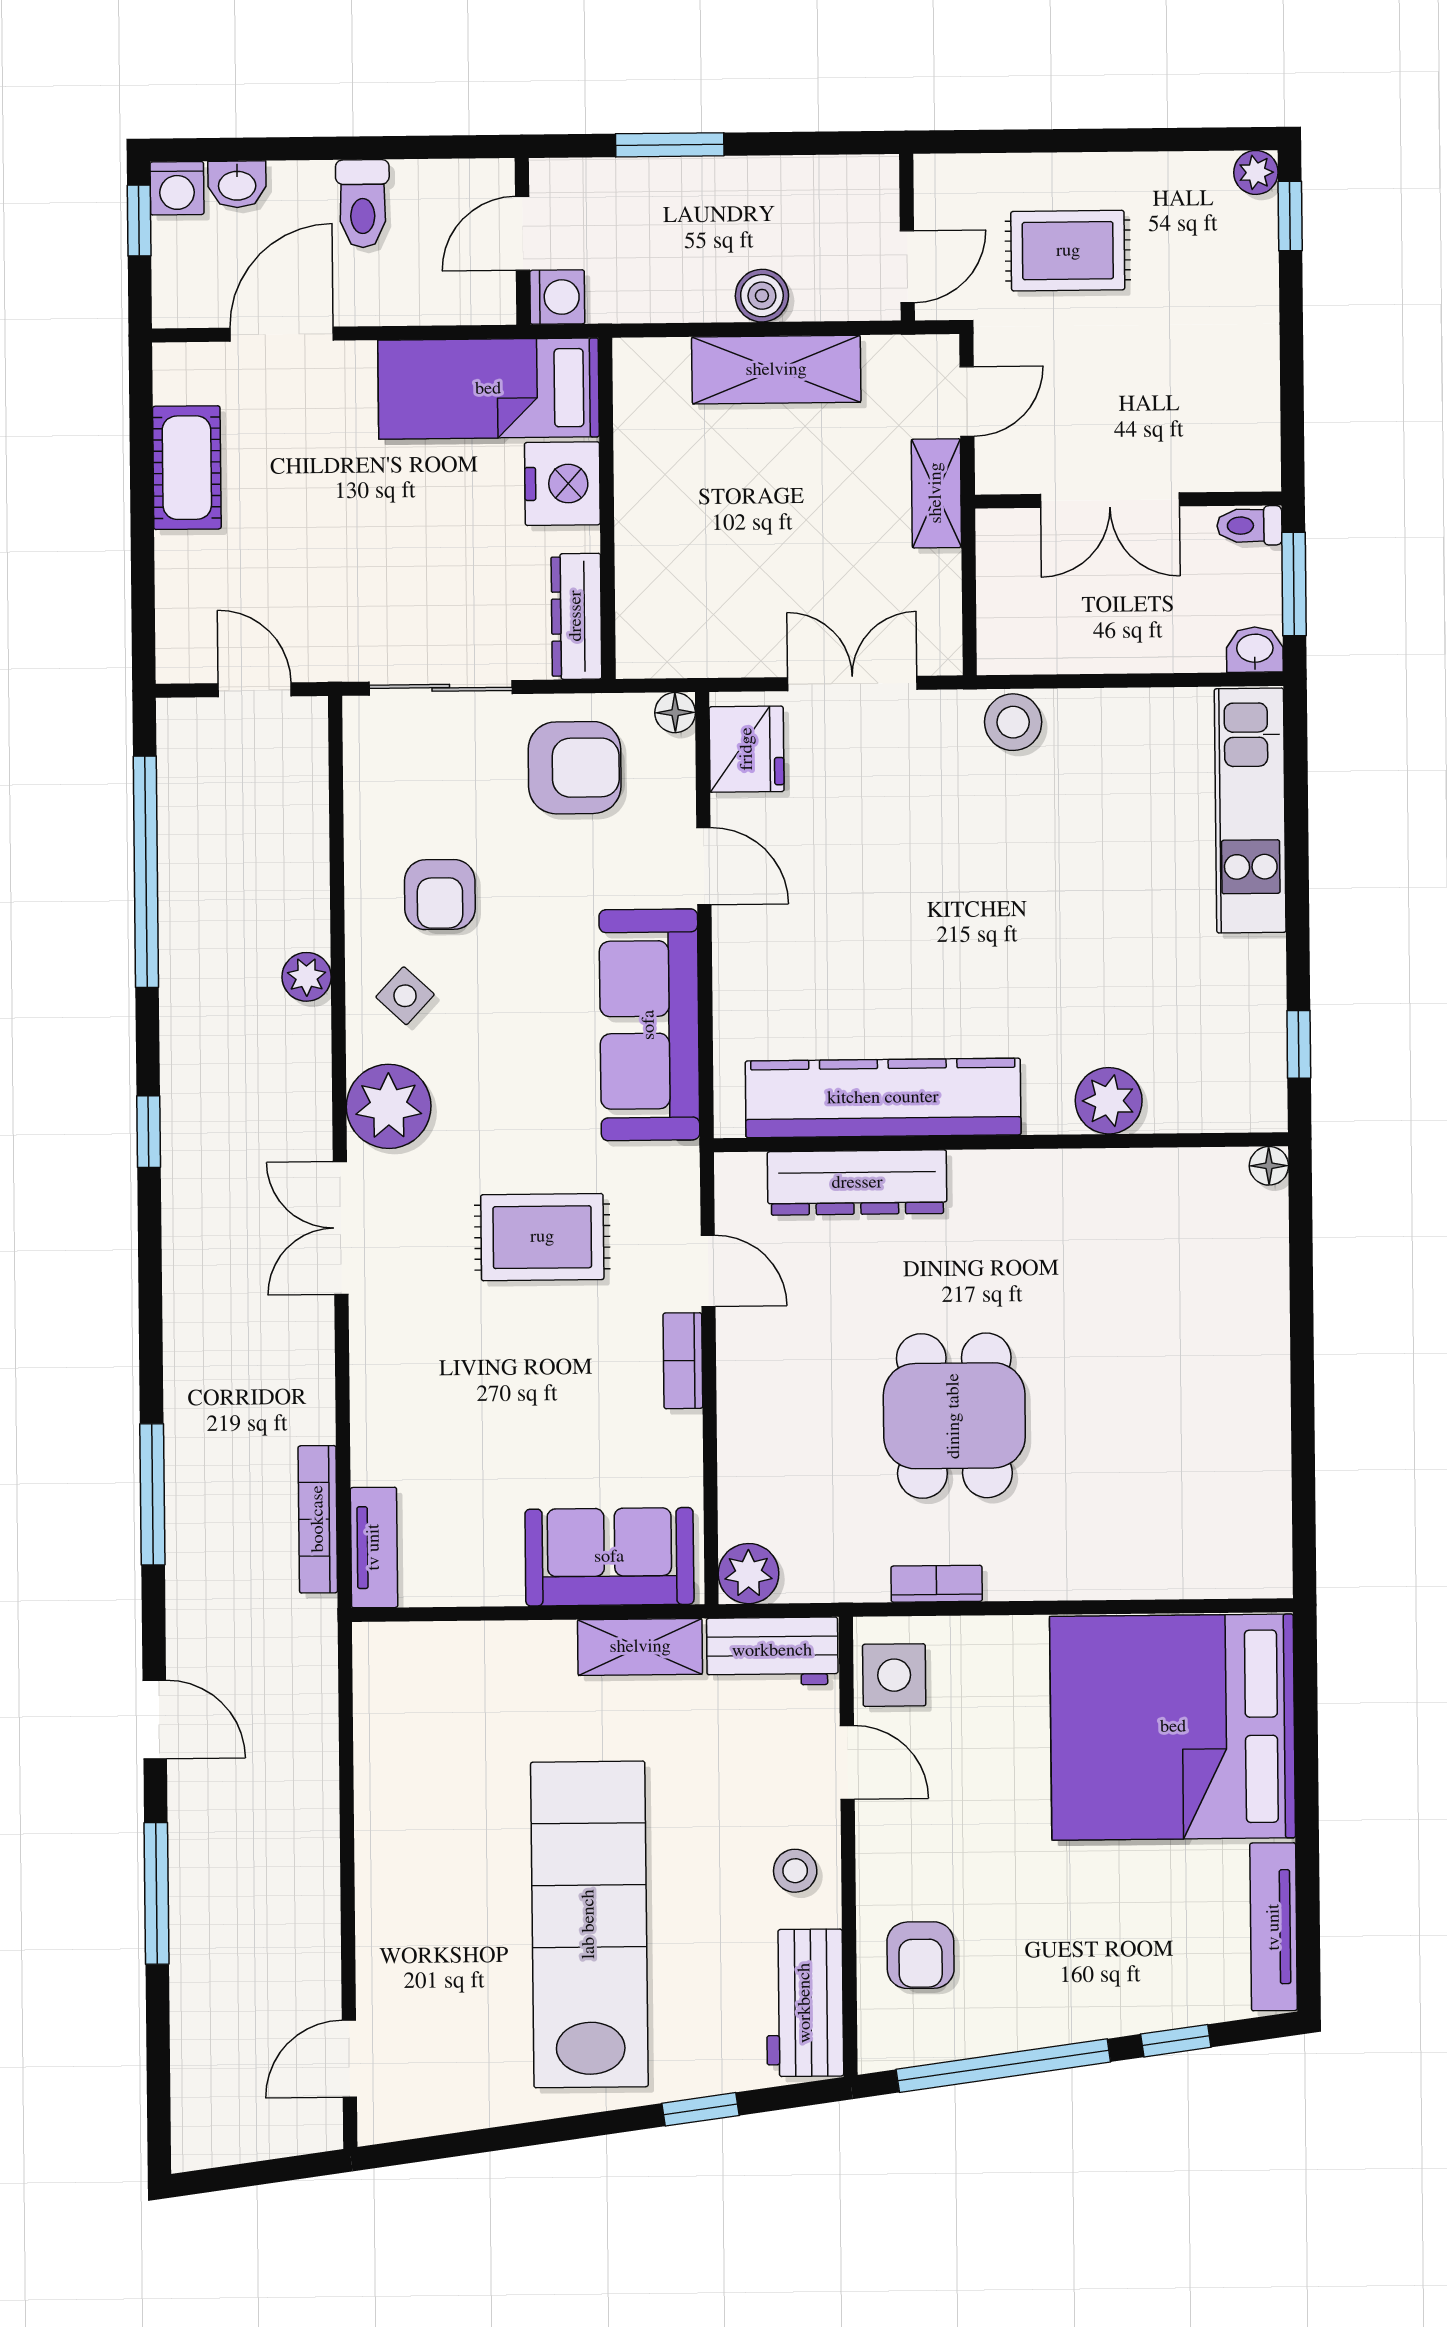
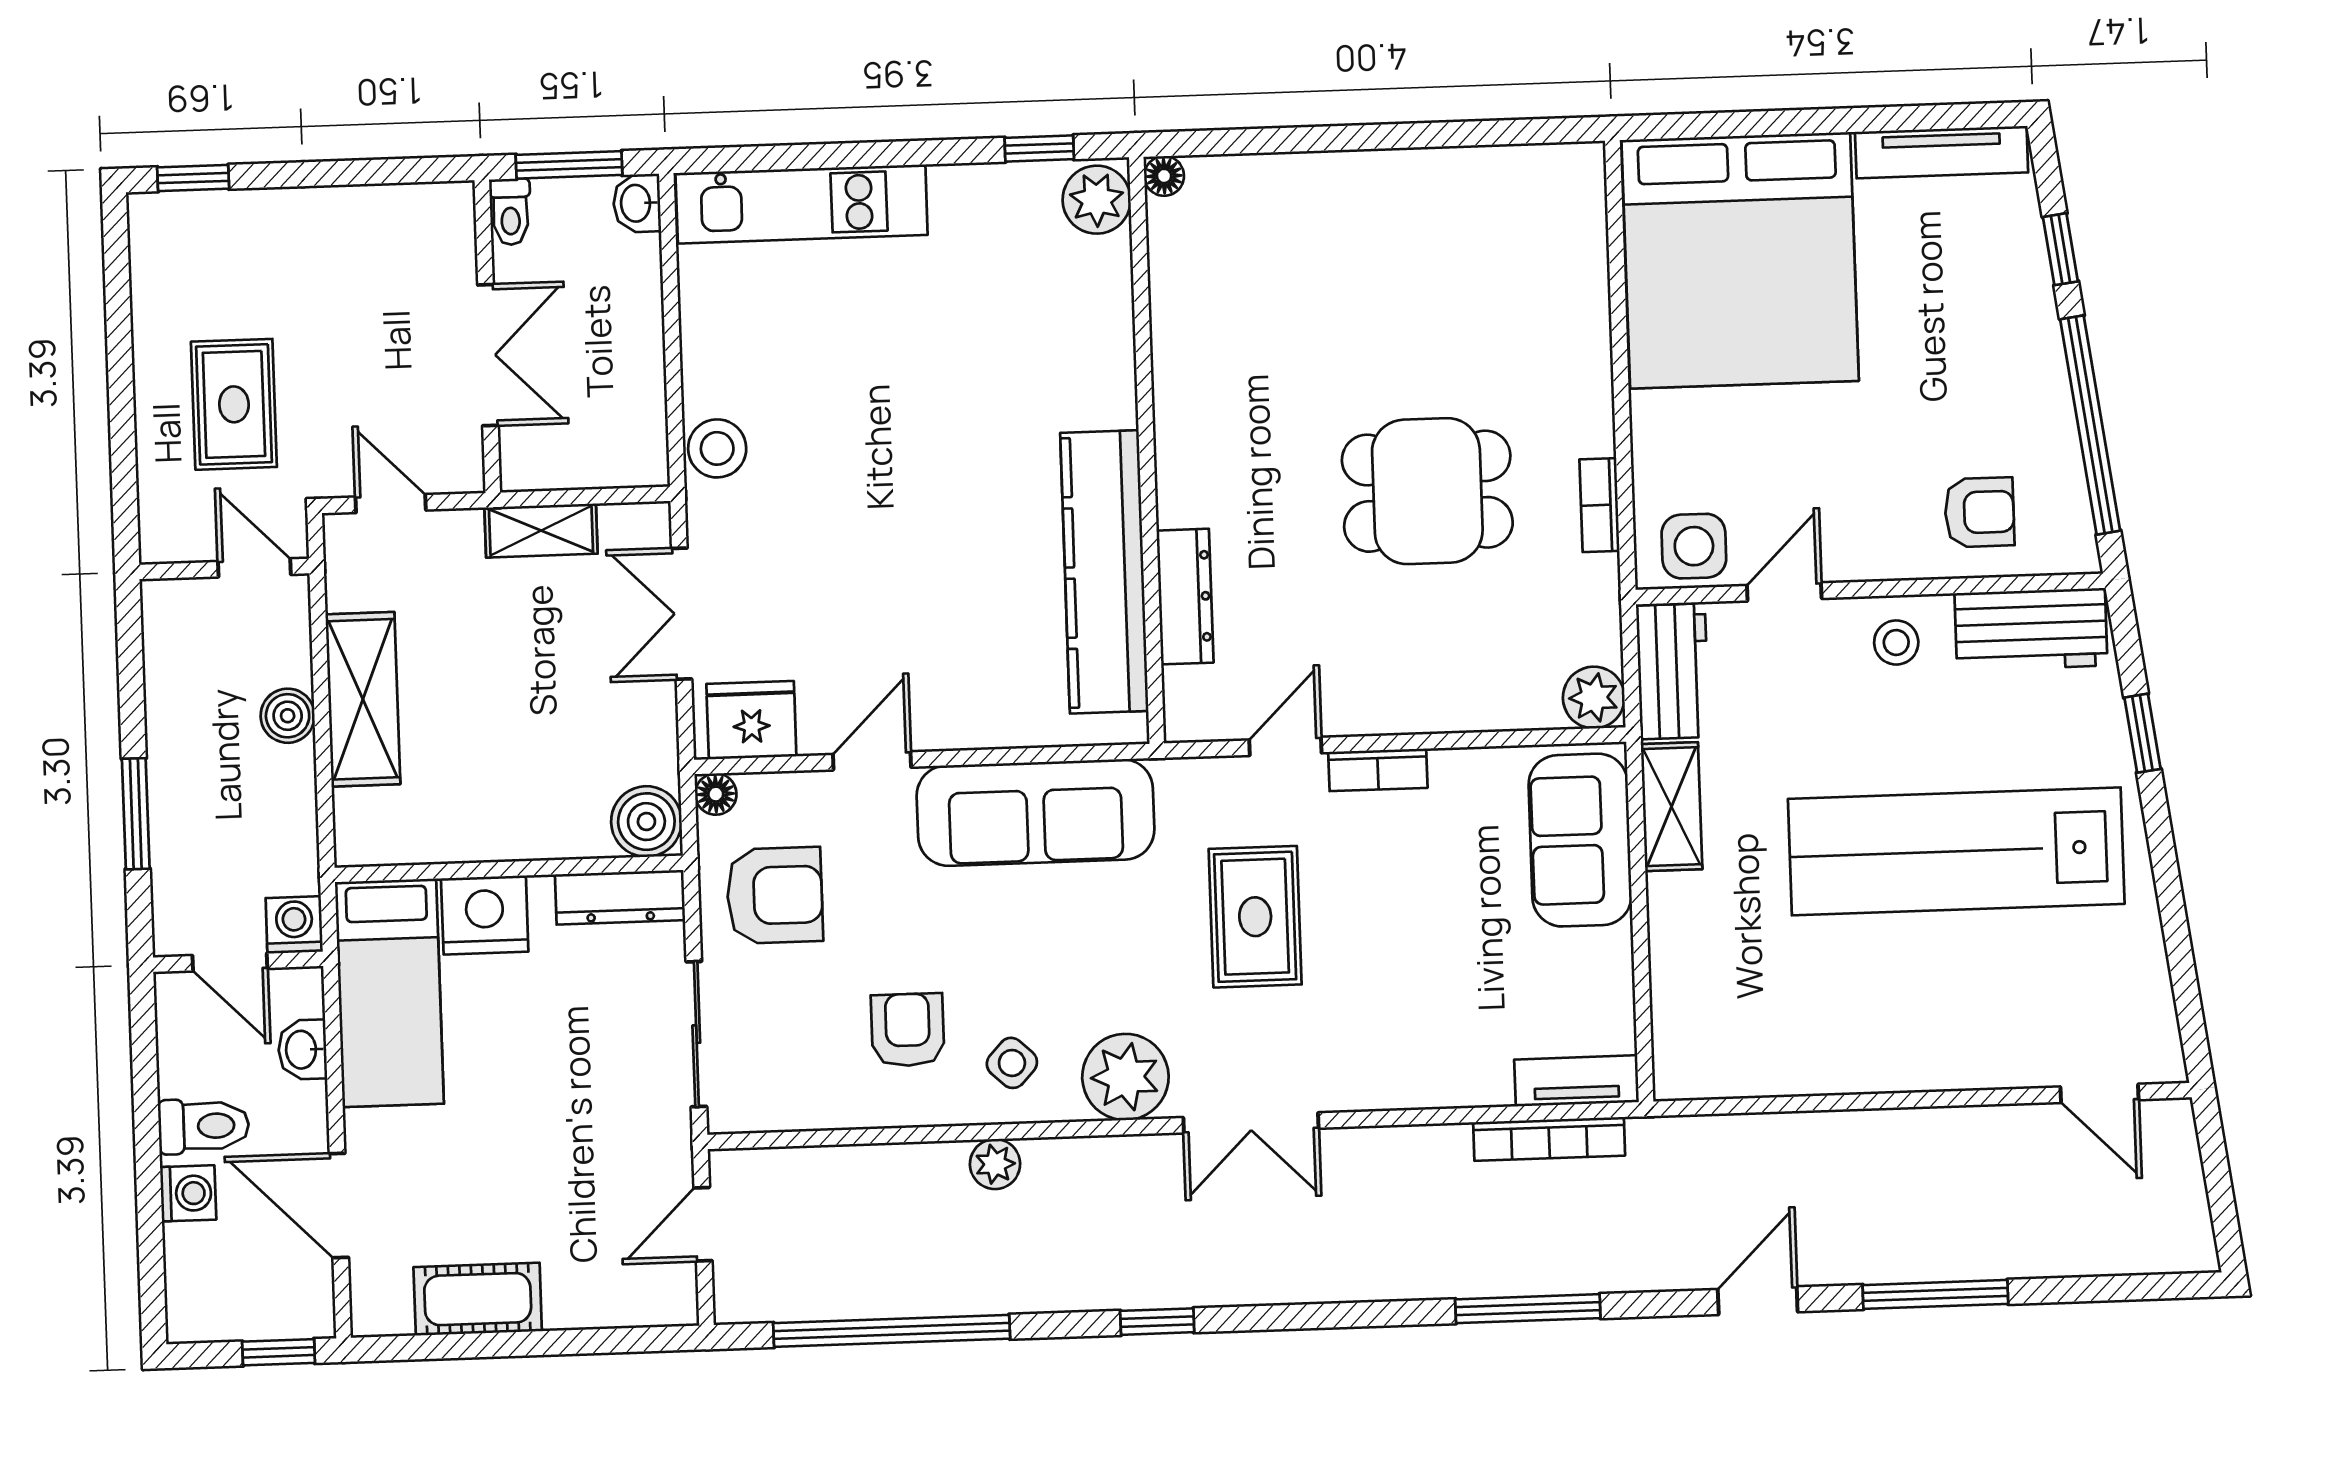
plant: (1256, 172) -> (149, 214), removed
washbasin: (237, 184) -> (302, 1050), moved, turned 180
washing machine: (177, 188) -> (188, 1193), moved
window: (139, 221) -> (279, 1352), moved
shelving: (936, 493) -> (541, 531), moved
boiler: (650, 644) -> (646, 822), added
armchair: (575, 768) -> (775, 895), turned 90
armchair: (440, 895) -> (908, 1030), turned -90
plant: (1109, 1101) -> (1097, 200), moved
dresser: (857, 1183) -> (1185, 597), width x0.73, depth x0.80

